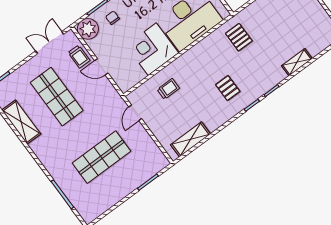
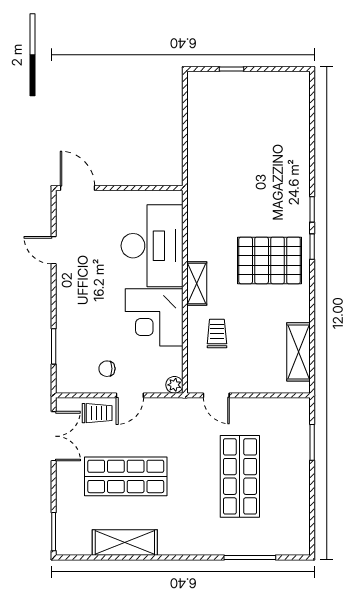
chair: (112, 18) -> (107, 369), moved
plant: (88, 29) -> (174, 385), moved, width x0.53, depth x0.53
pallet: (239, 37) -> (218, 201), removed
double door: (50, 42) -> (54, 436), swing flipped
shelving: (297, 62) -> (197, 283), moved
pallet: (228, 88) -> (270, 260), width x2.05, depth x2.00

